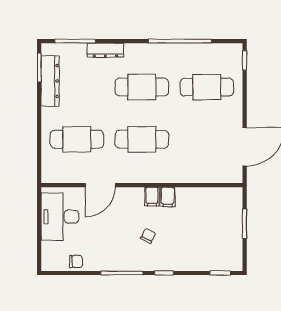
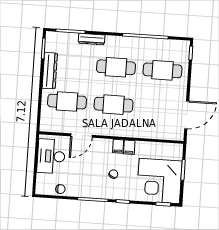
dresser: (50, 81) -> (50, 71), moved
corner desk: (213, 241) -> (159, 181), added

